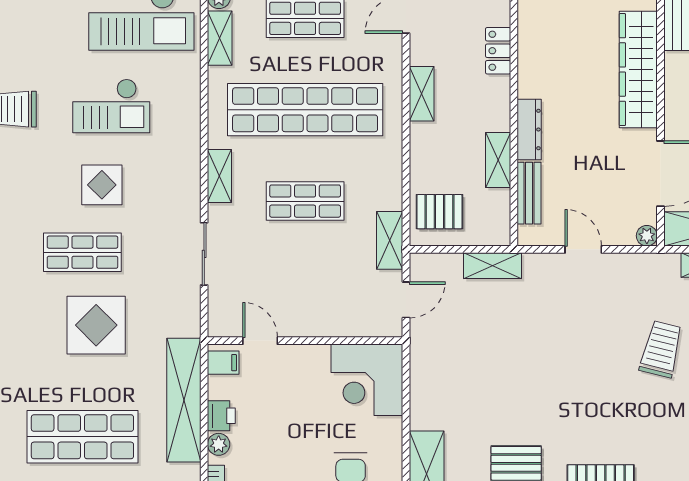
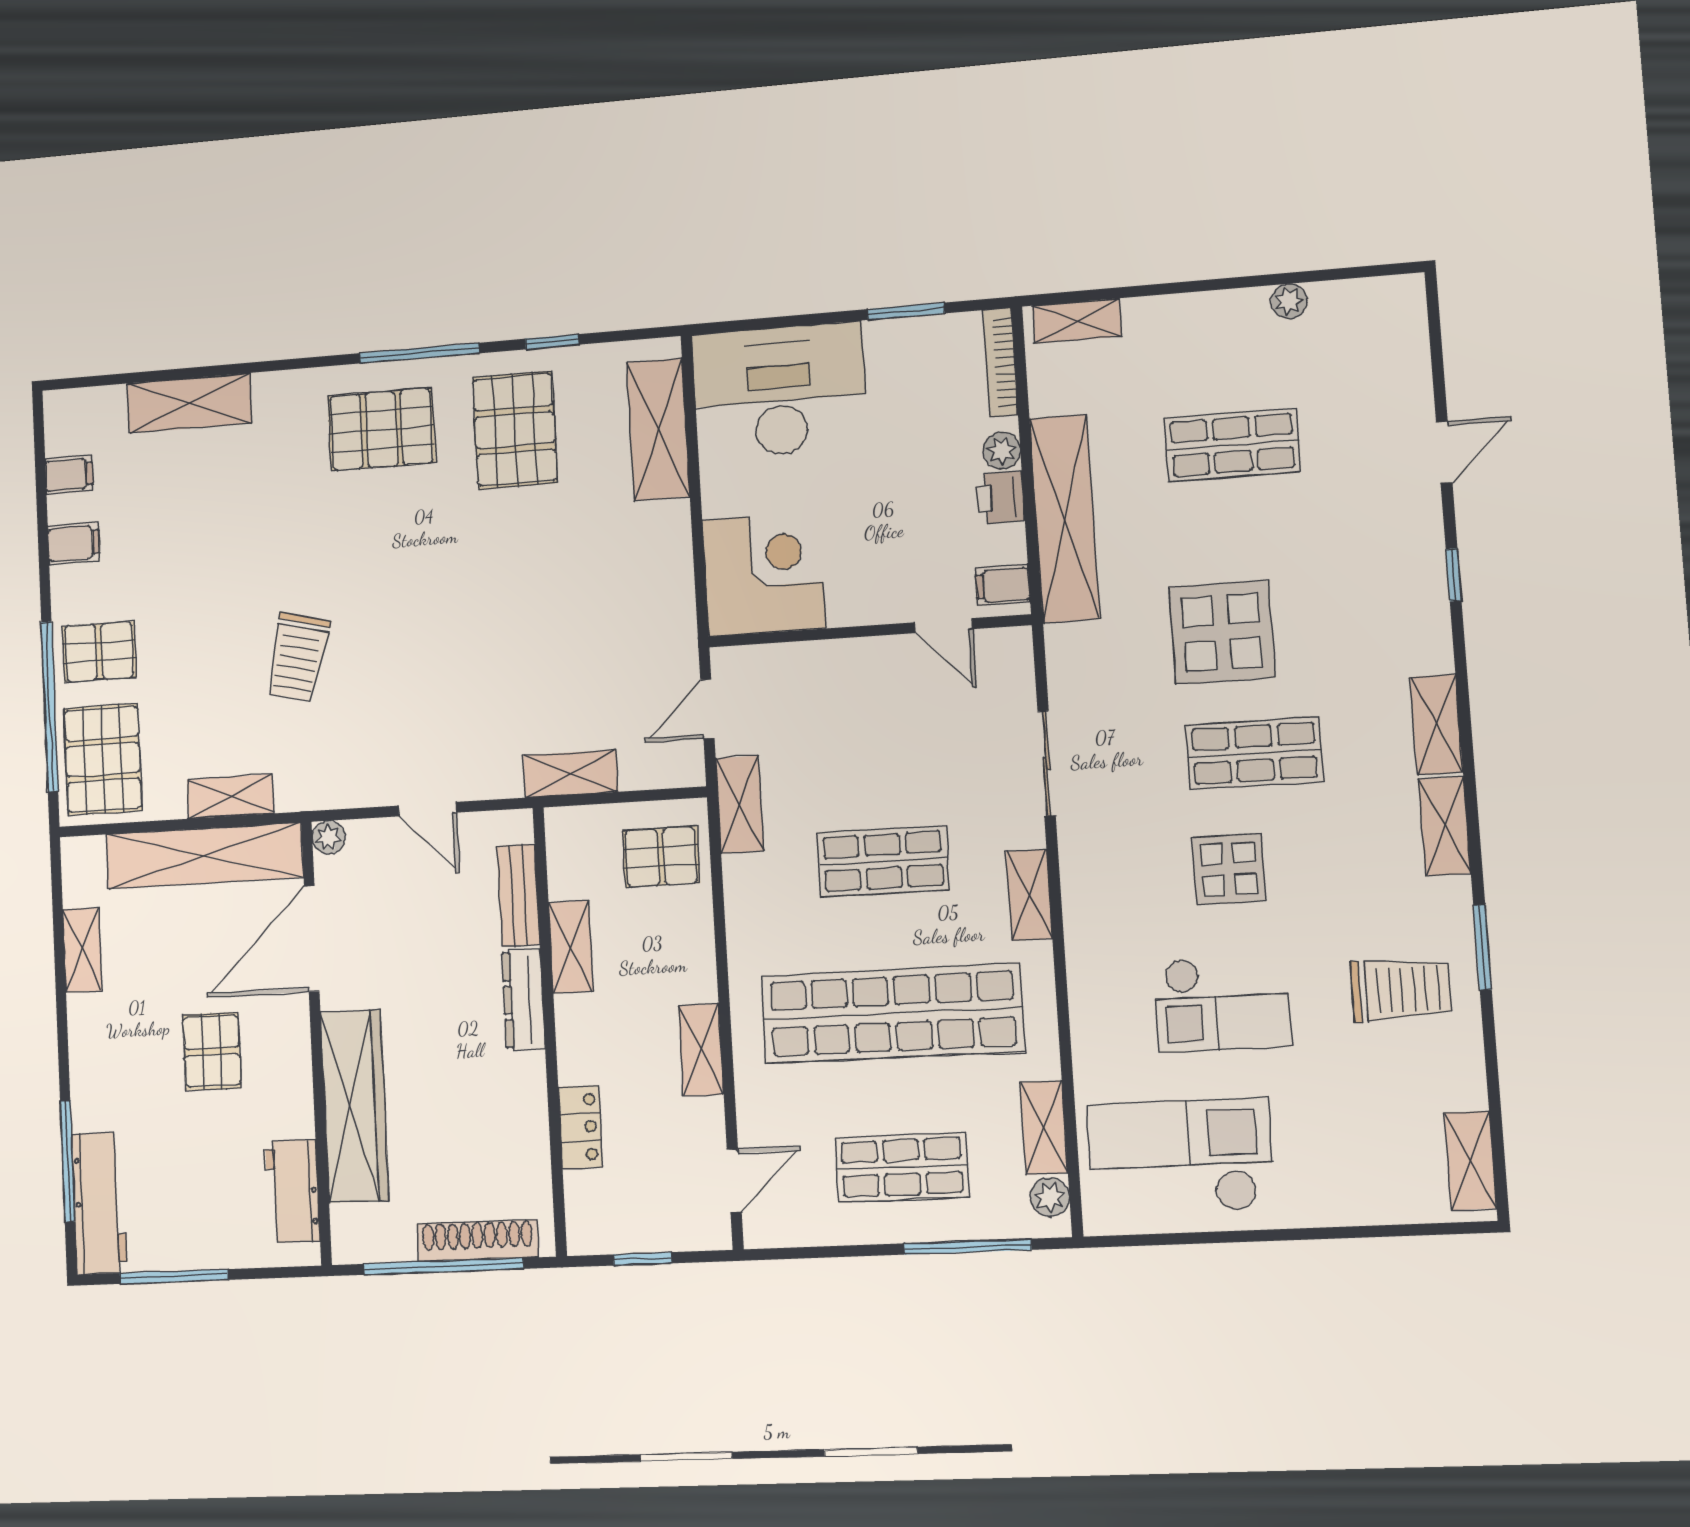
checkout: (111, 106) -> (1222, 1004), turned 180
shop shelf: (82, 437) -> (1232, 445), width x0.70, depth x0.74

